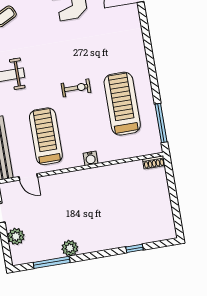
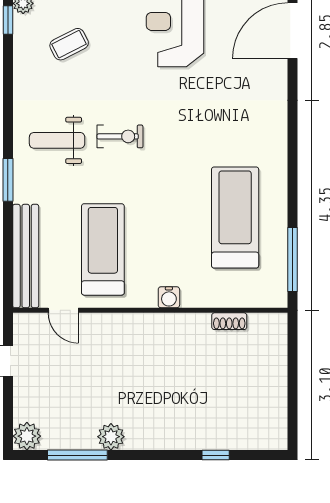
exercise bike: (76, 88) -> (120, 136), moved
shoe rack: (154, 162) -> (229, 321), moved
plant: (16, 236) -> (27, 436), moved

